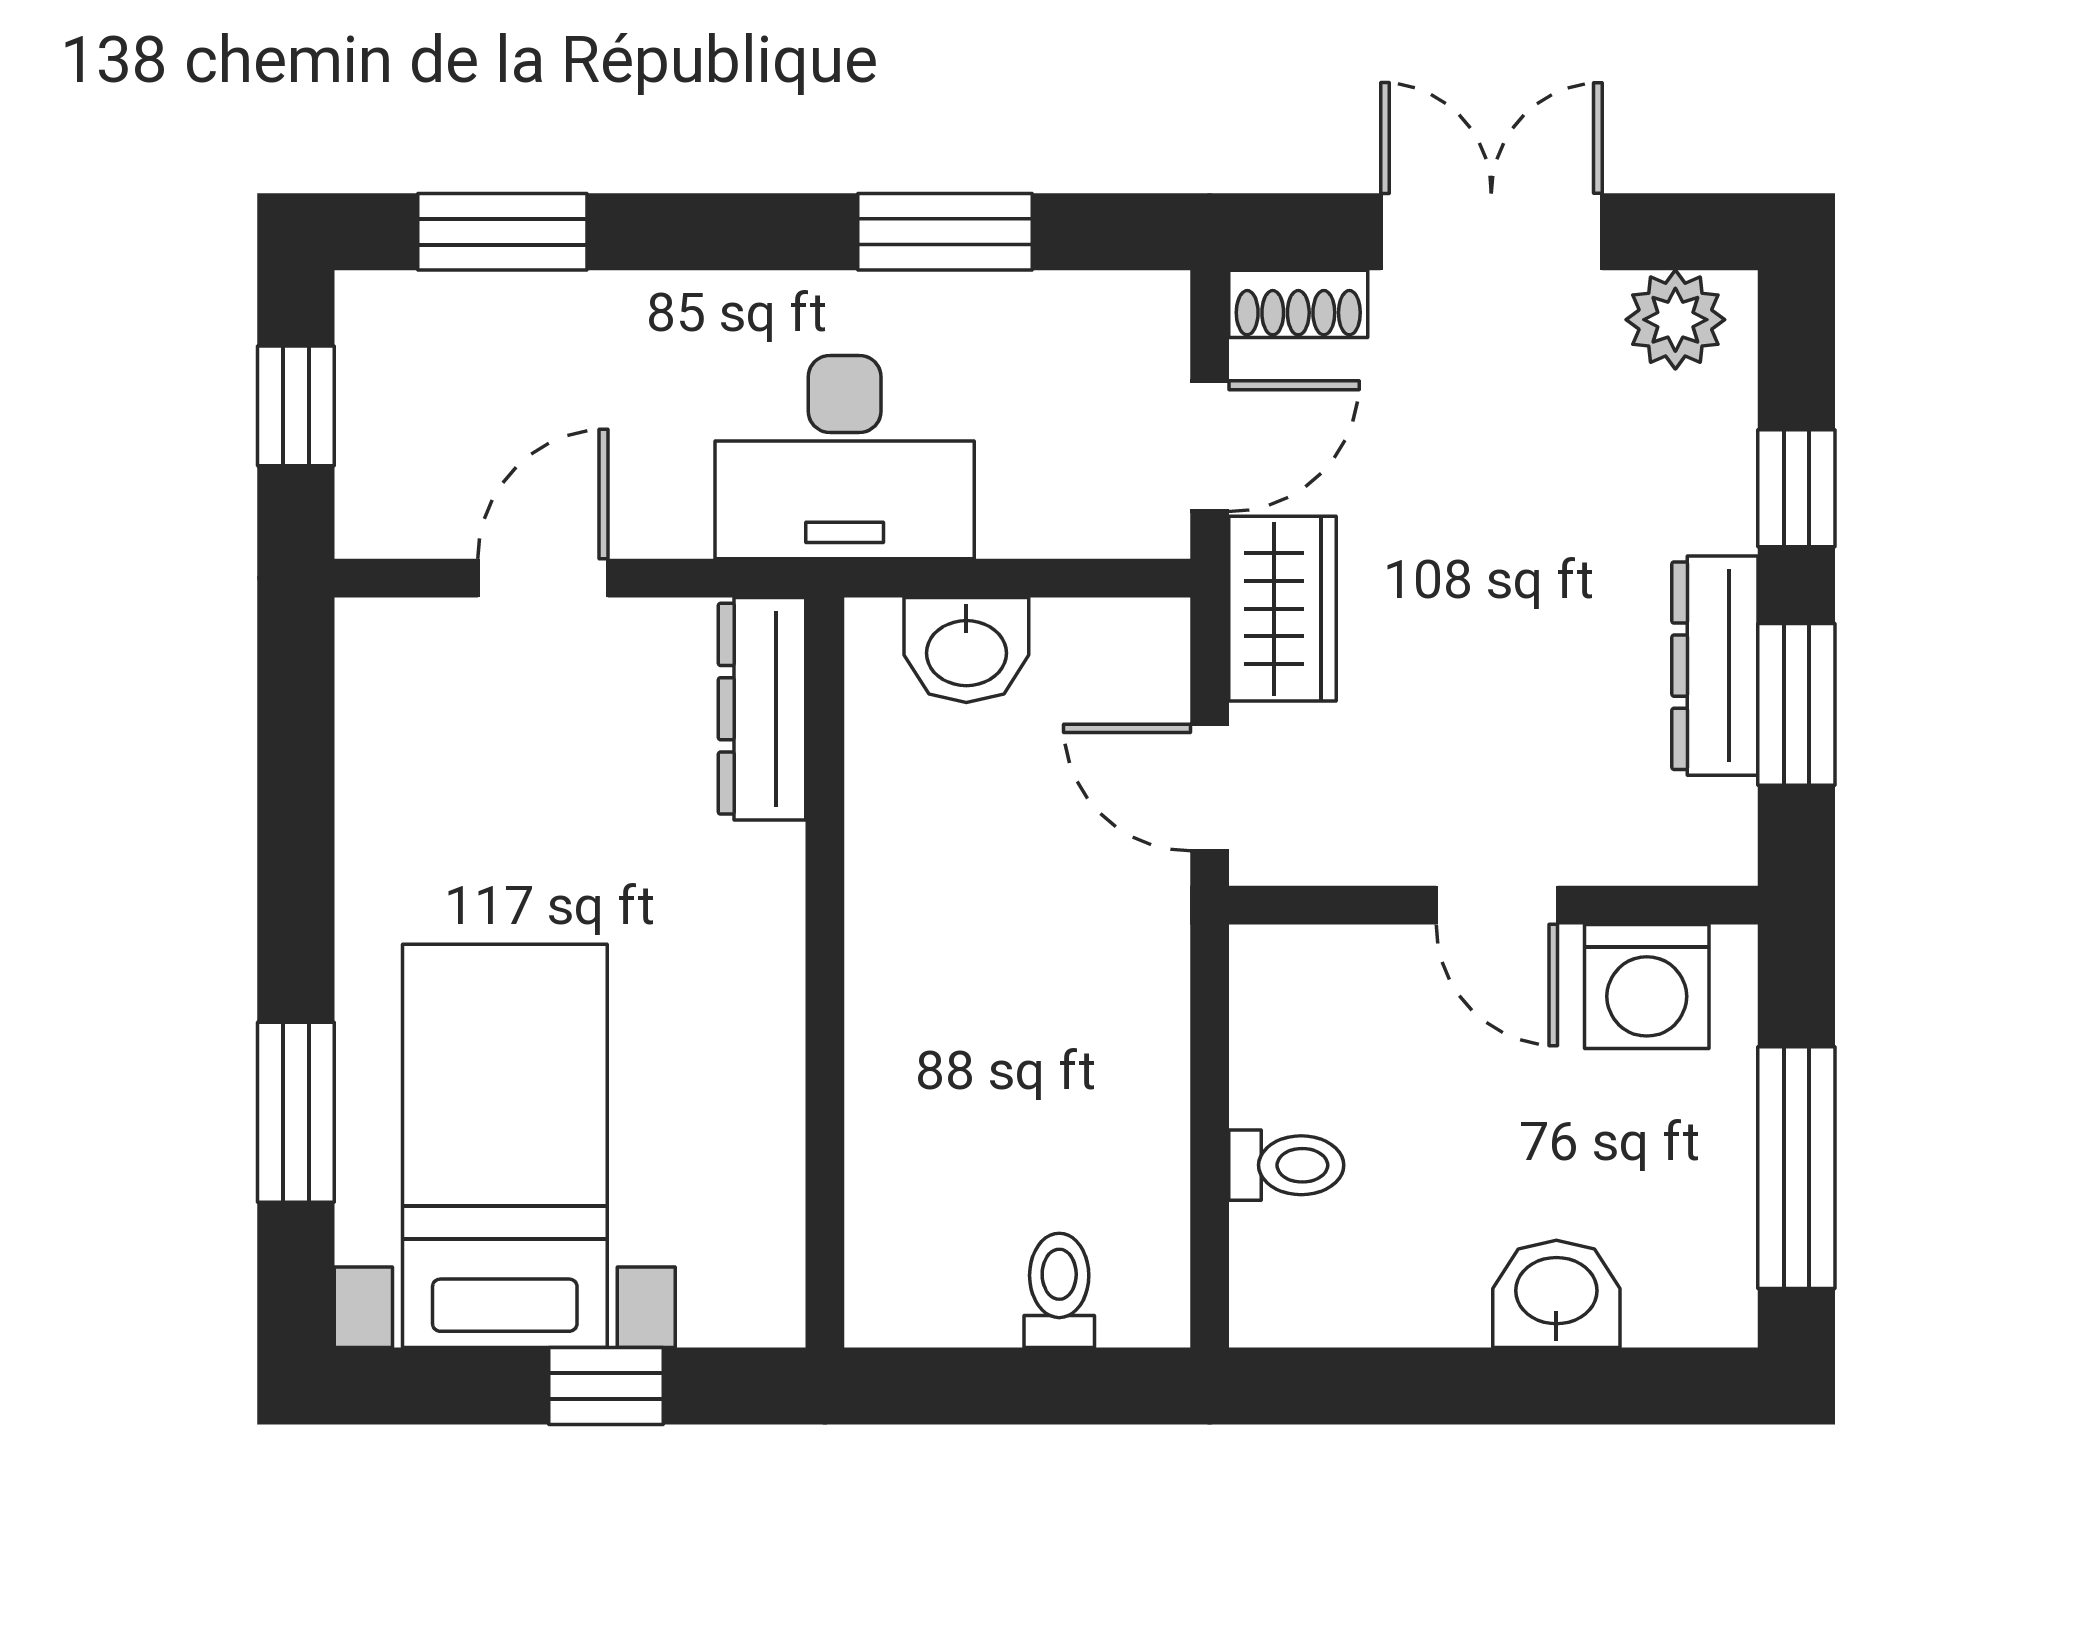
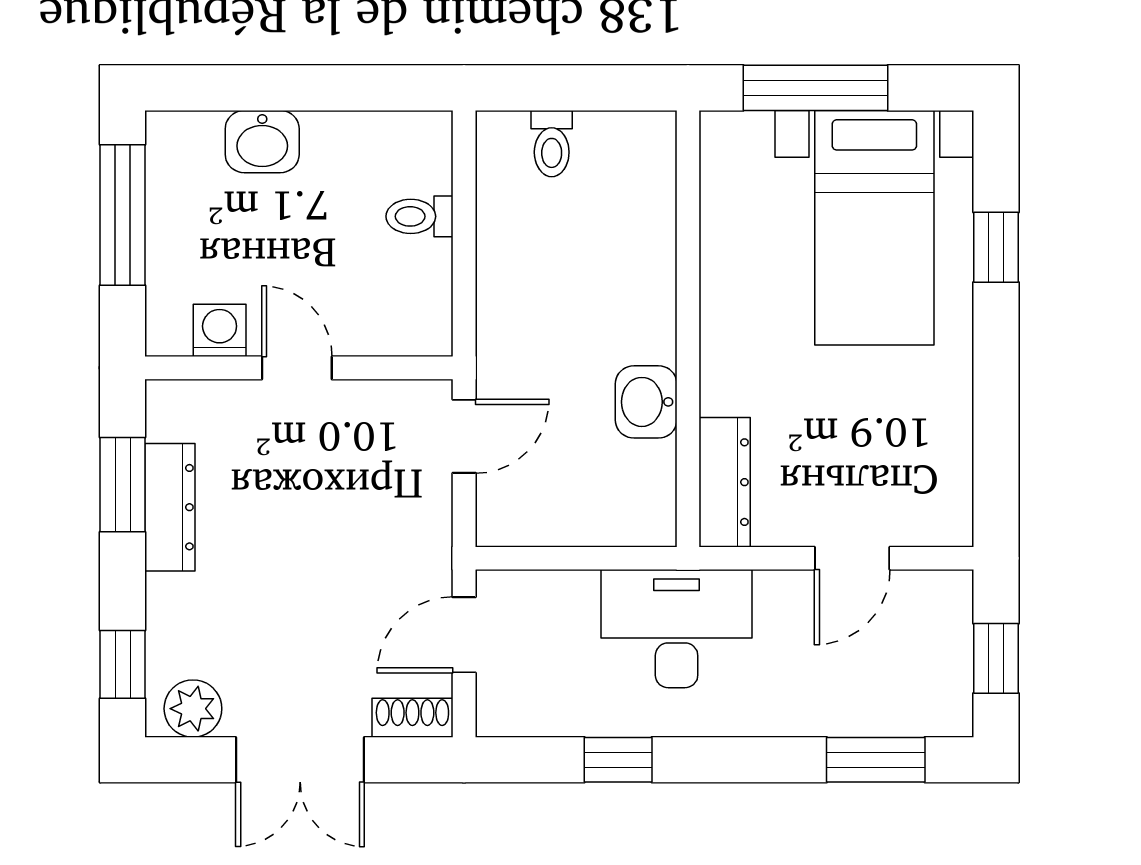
window: (945, 232) -> (618, 760), width x0.67
window: (1796, 488) -> (123, 664), moved
wardrobe: (1282, 609) -> (422, 540), removed
washbasin: (966, 650) -> (646, 402), moved, turned -90
door: (1210, 787) -> (464, 436), hinge flipped
washing machine: (1647, 986) -> (220, 330), width x0.73, depth x0.73
window: (296, 1112) -> (996, 247), width x0.67
window: (606, 1386) -> (815, 88), width x2.17

